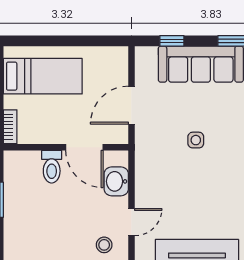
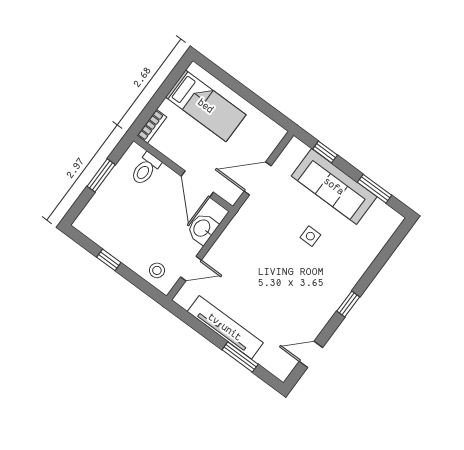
side table: (196, 140) -> (310, 236), moved
toilet: (52, 167) -> (146, 169), moved

